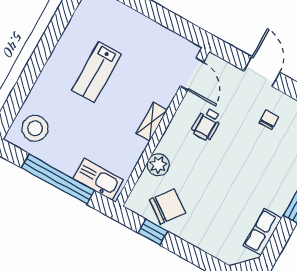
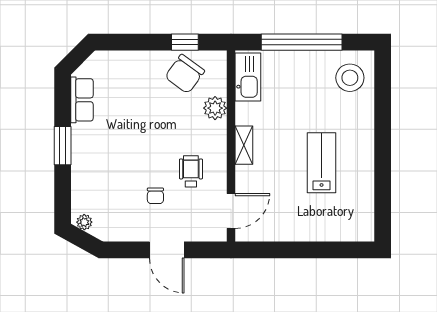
door: (192, 74) -> (231, 211), swing flipped
chair: (269, 120) -> (155, 196), moved
kitchen sink: (98, 179) -> (248, 77), moved, turned -90

